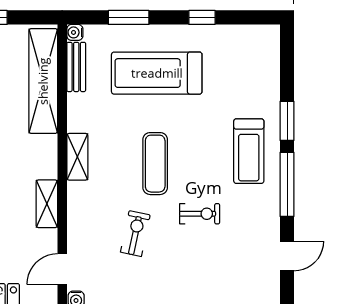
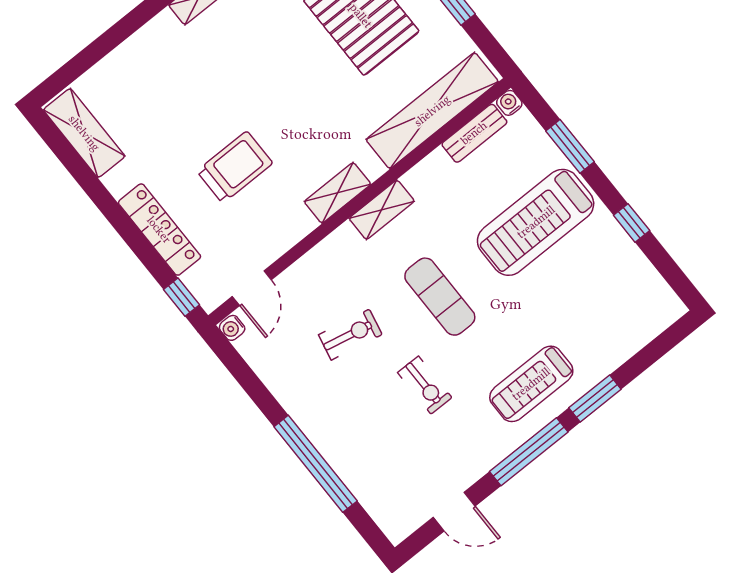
treadmill: (157, 73) -> (536, 222), turned -90
exercise mat: (155, 164) -> (440, 297), turned 90
shelving: (47, 204) -> (338, 193), moved
door: (62, 269) -> (252, 288), swing flipped

